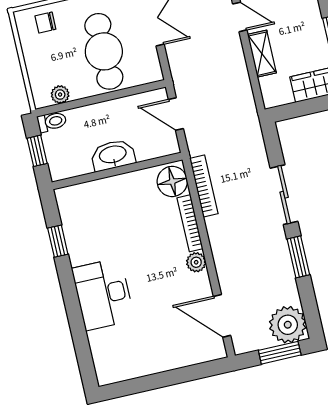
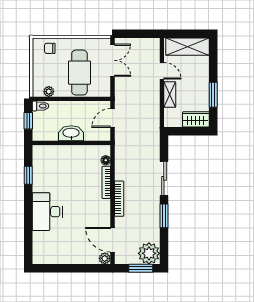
door: (176, 114) -> (113, 118), hinge flipped
floor lamp: (172, 181) -> (106, 160), width x0.53, depth x0.53
bookcase: (204, 186) -> (119, 199), moved
plant: (196, 262) -> (105, 258), moved

